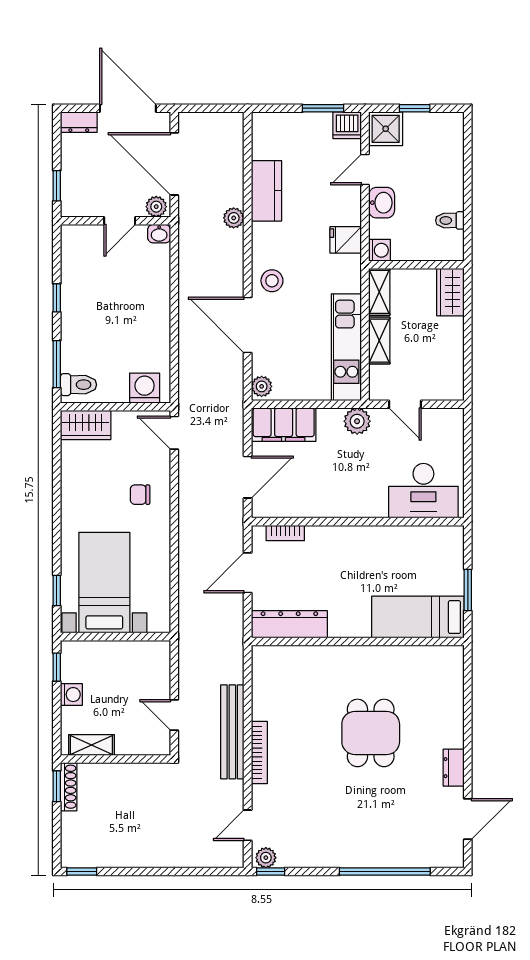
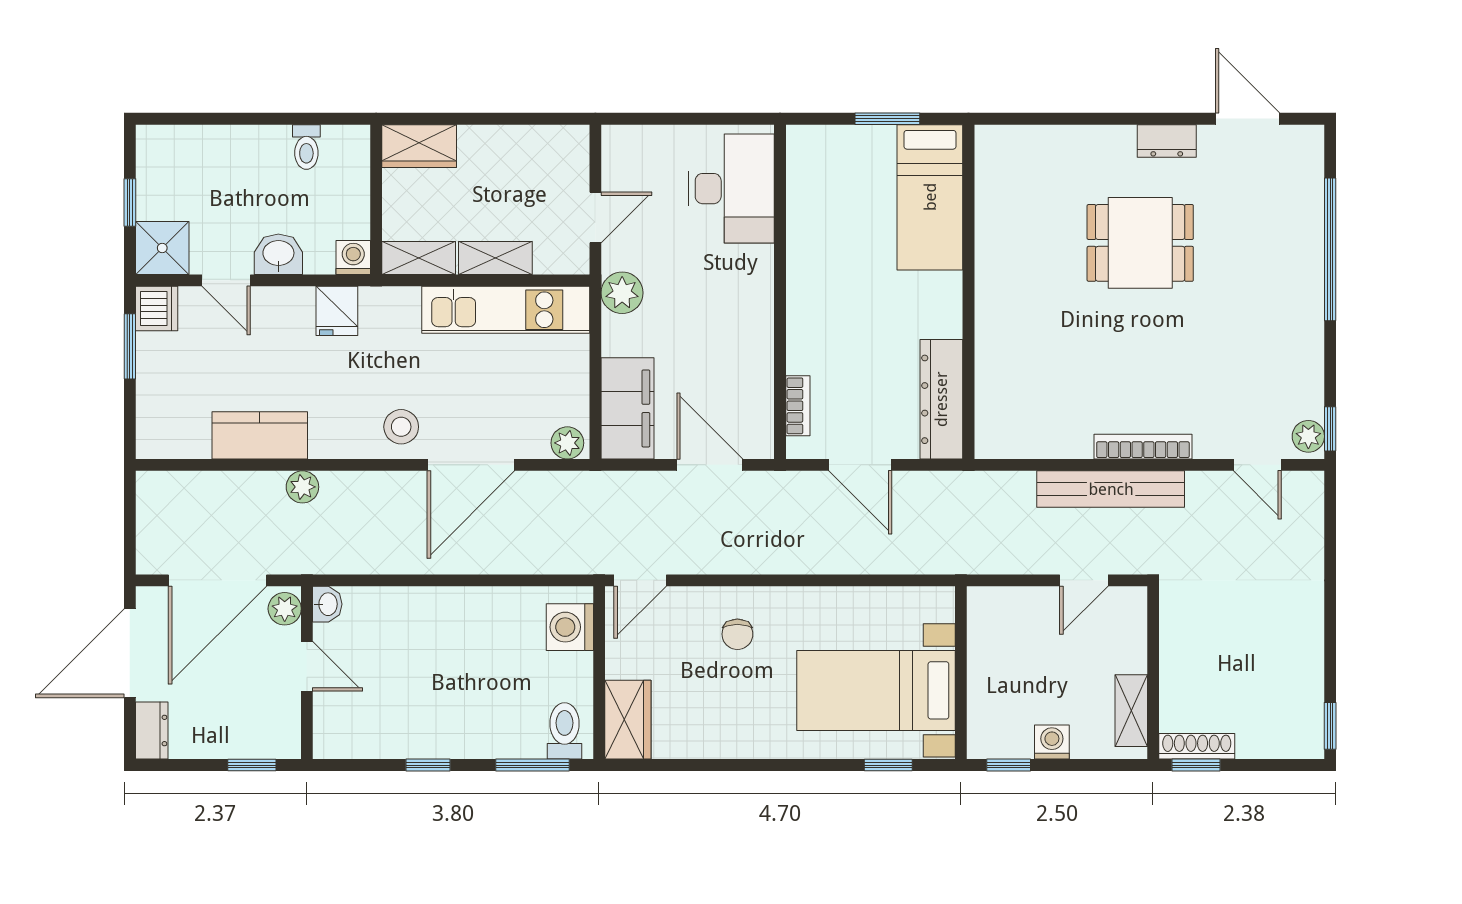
dining table: (371, 733) -> (1140, 243), moved

